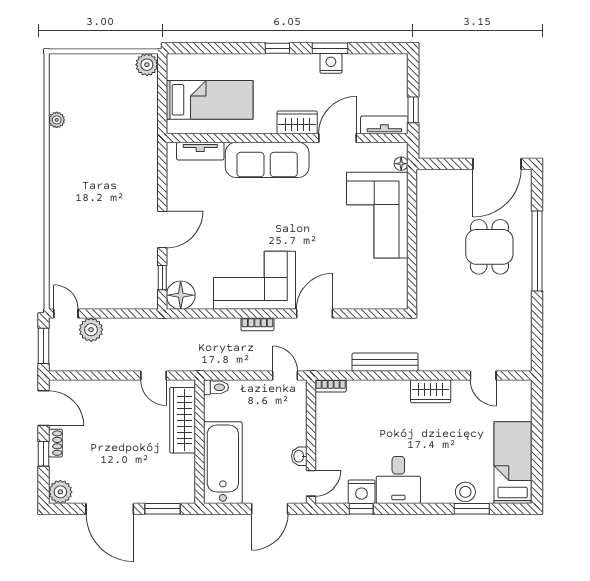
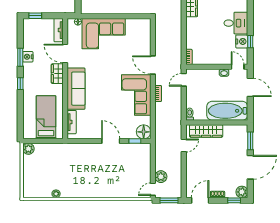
window: (413, 110) -> (35, 16), moved
bench: (385, 362) -> (177, 30), removed
window: (43, 454) -> (234, 200), moved

